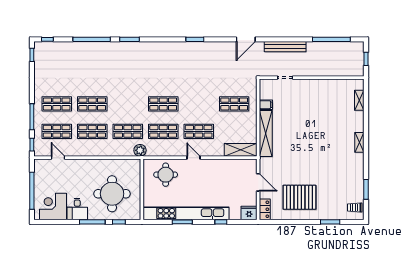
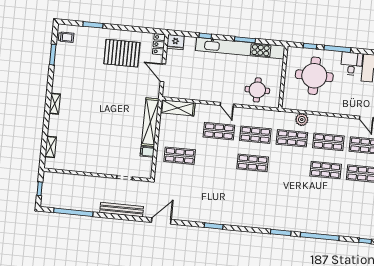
plant: (140, 150) -> (302, 120), moved

